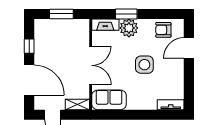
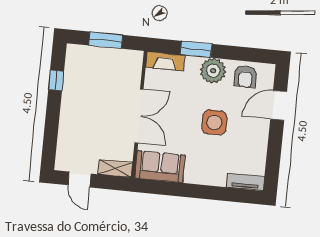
plant: (129, 28) -> (213, 71), moved
armchair: (163, 30) -> (245, 76), turned -90
door: (29, 80) -> (51, 128), removed

